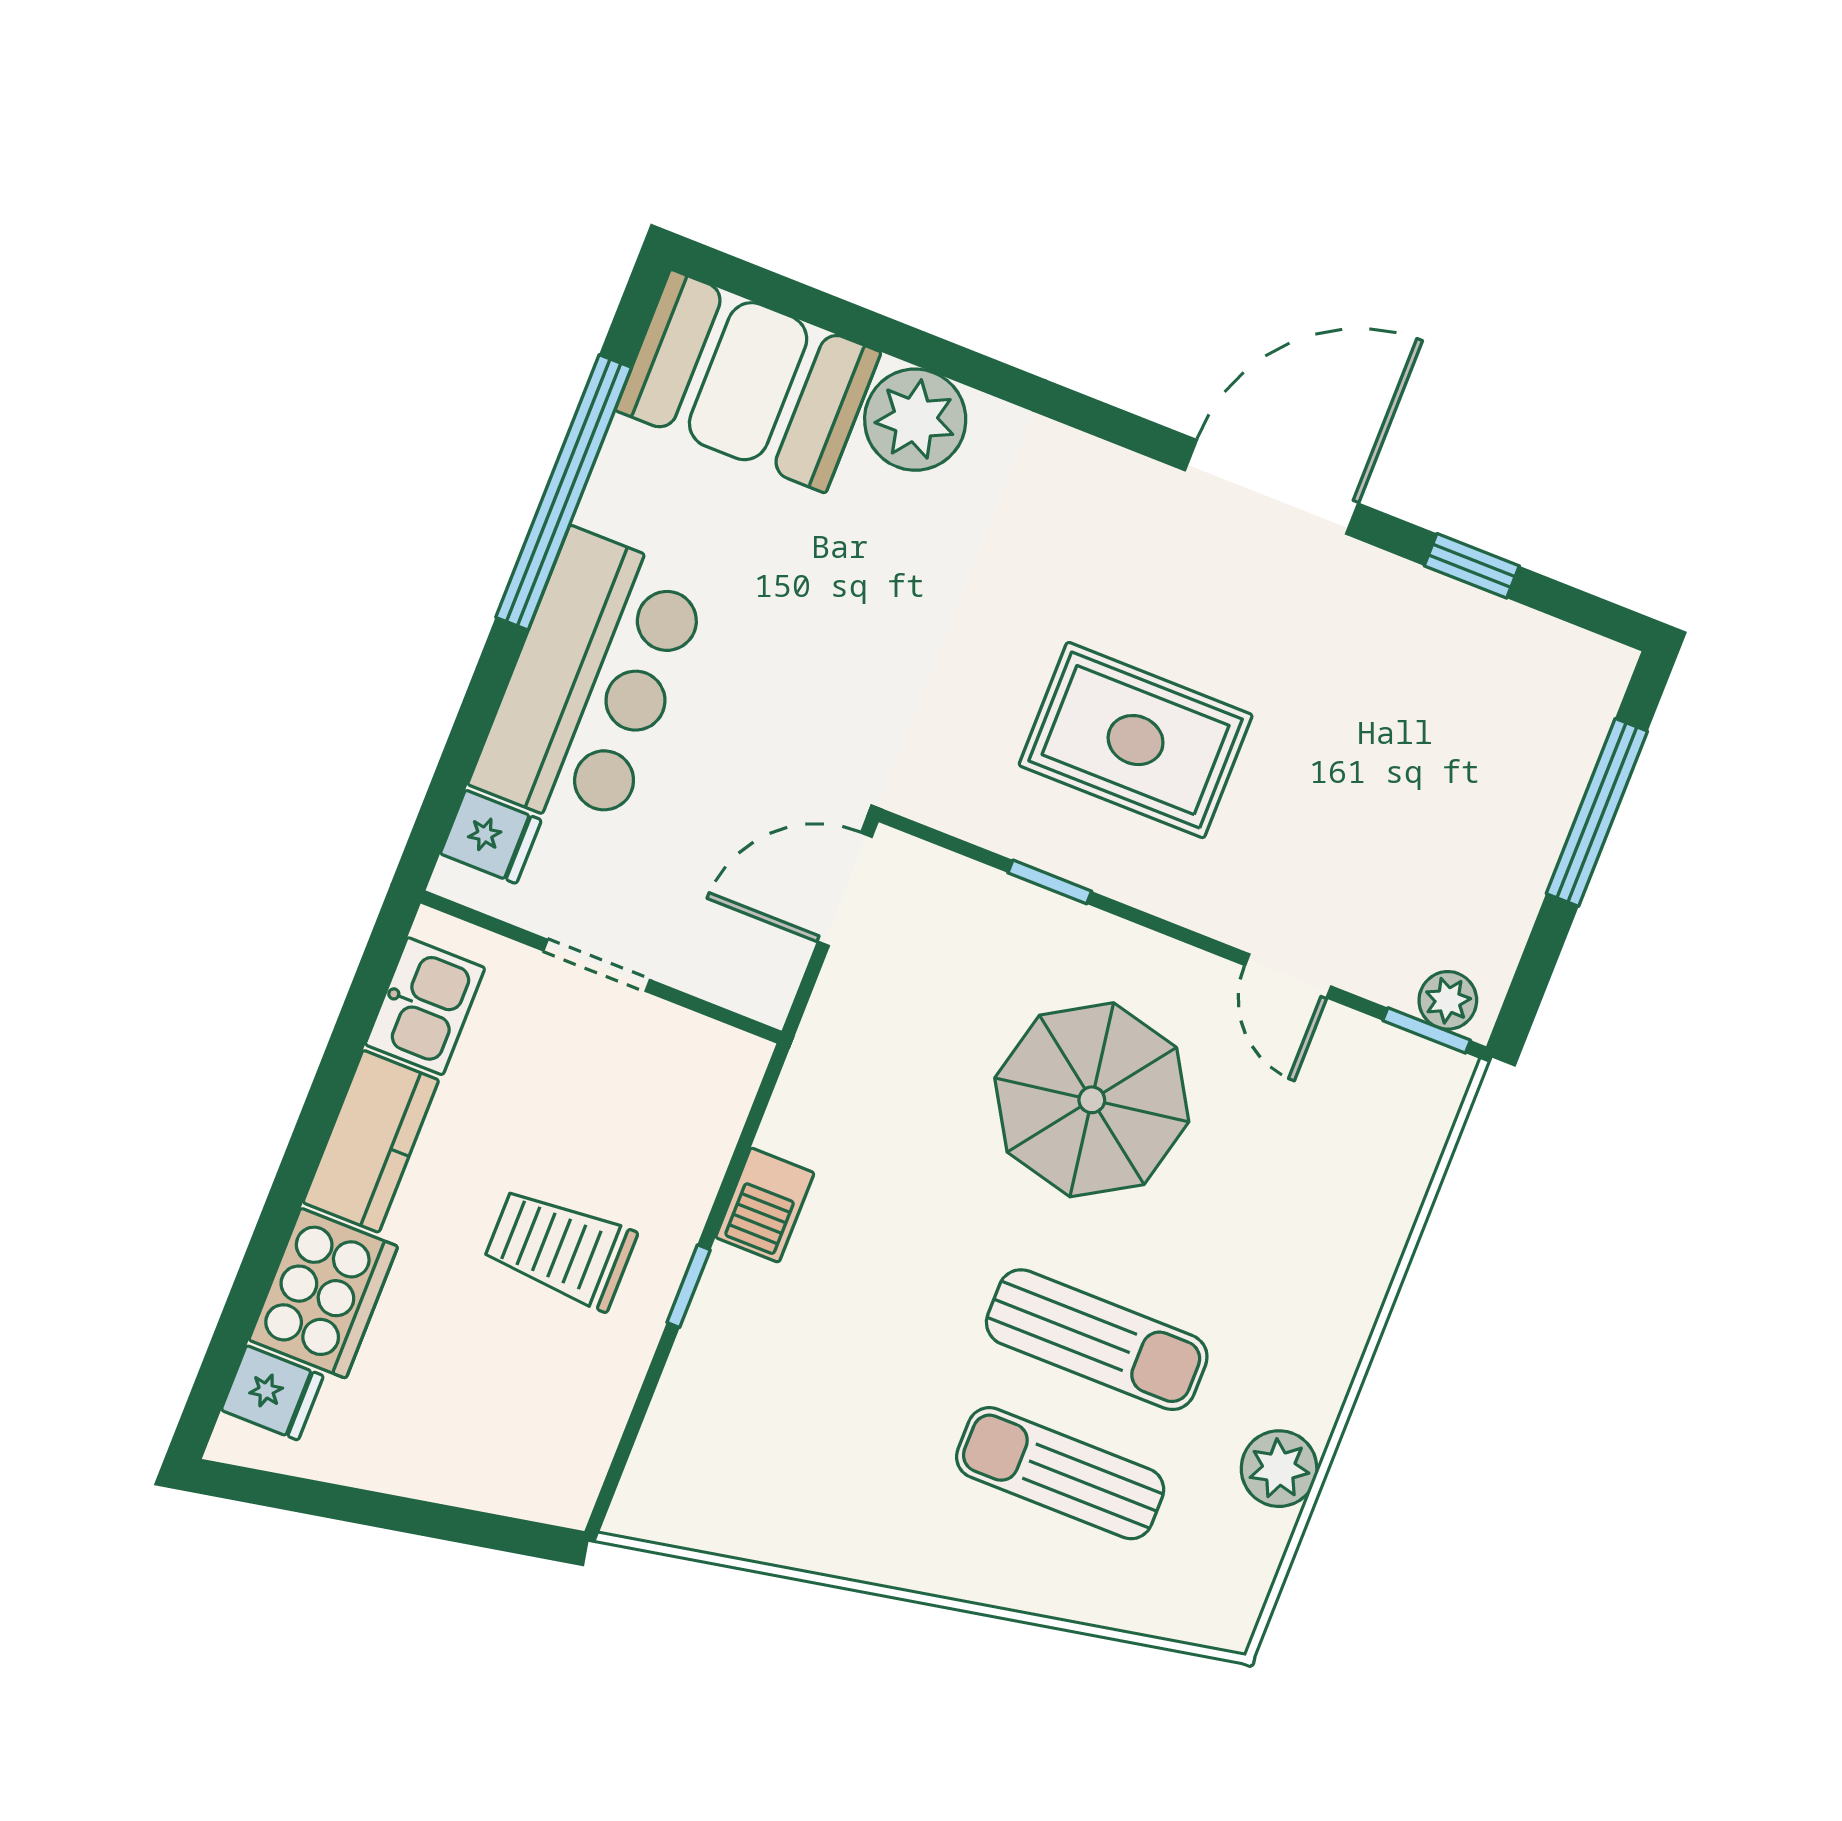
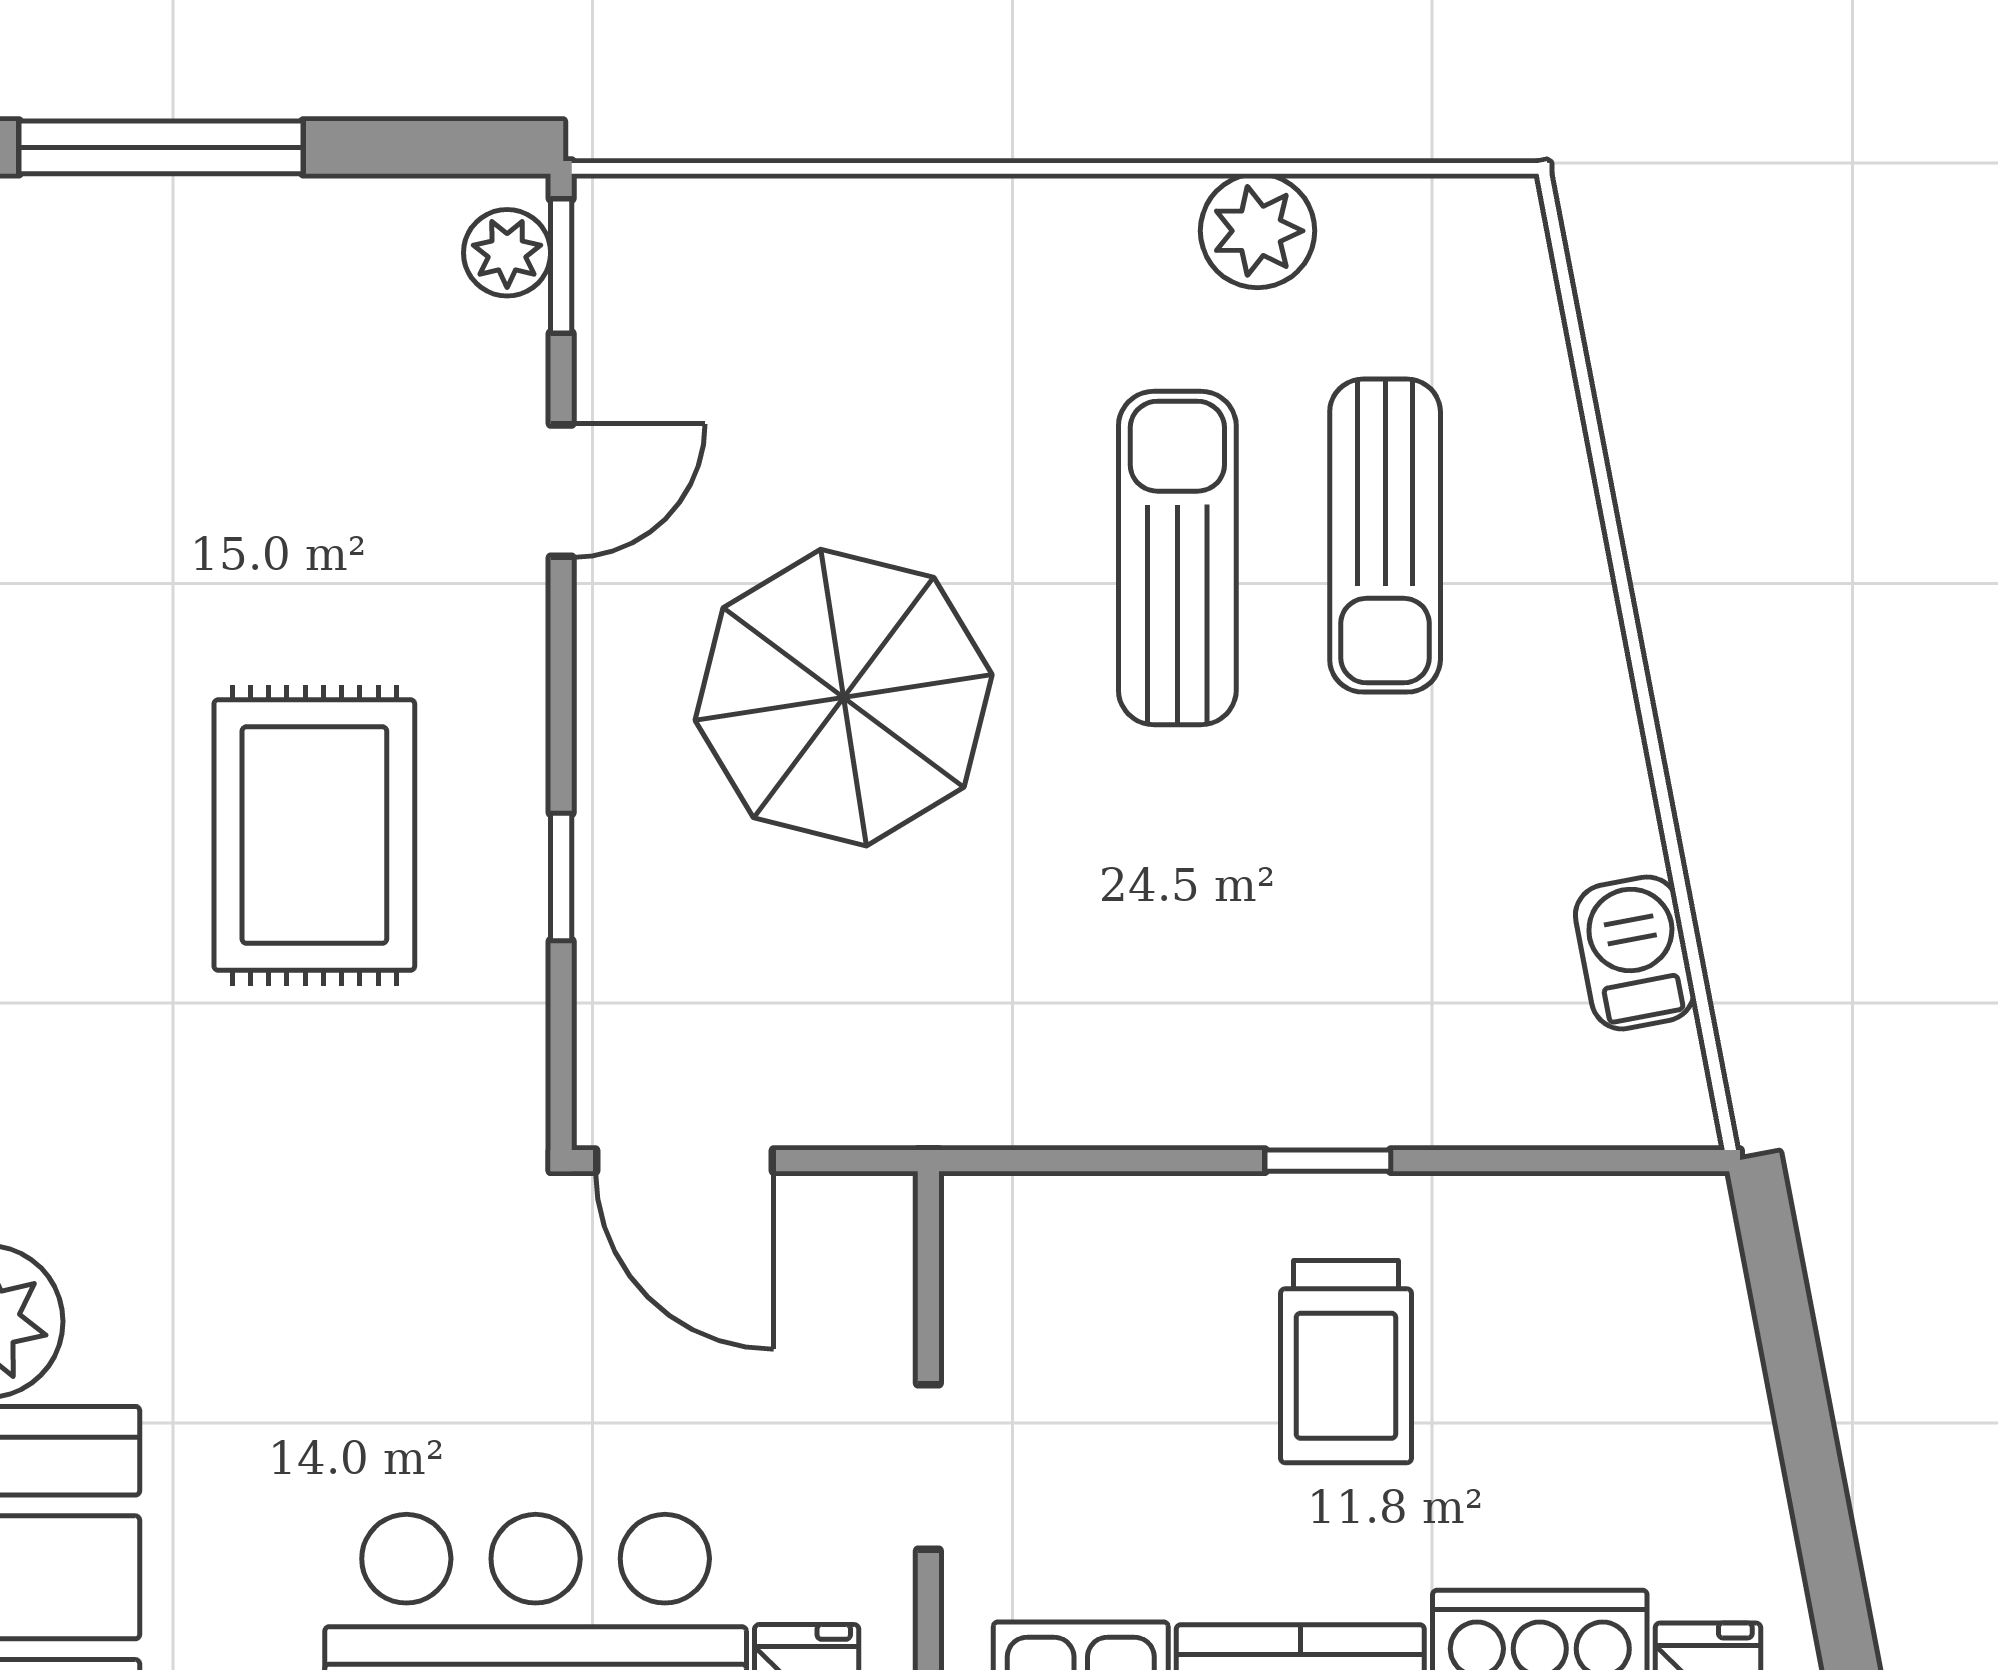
barbecue: (765, 1205) -> (1635, 953), moved, turned -101

